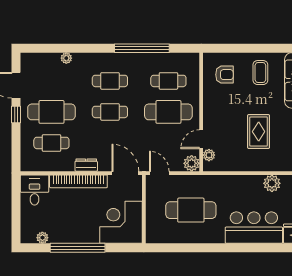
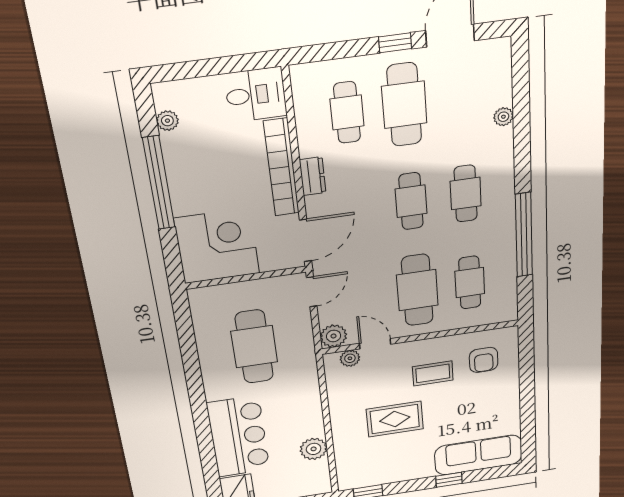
coffee table: (260, 73) -> (433, 373), moved

